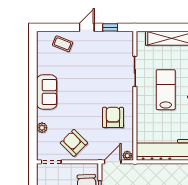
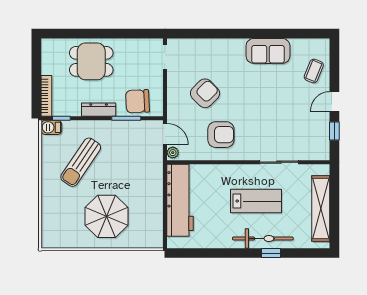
door: (87, 27) -> (334, 101), swing flipped
sofa: (47, 92) -> (268, 51), moved
plant: (42, 128) -> (208, 45), removed
armchair: (74, 143) -> (205, 93), moved

